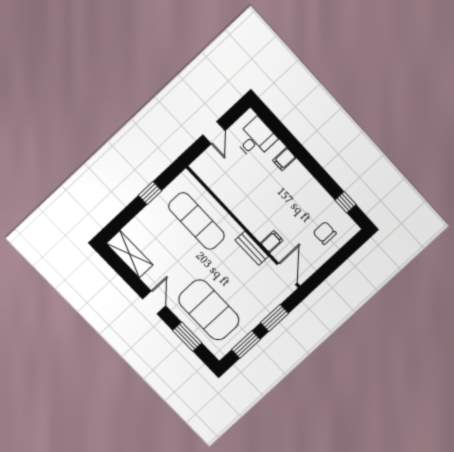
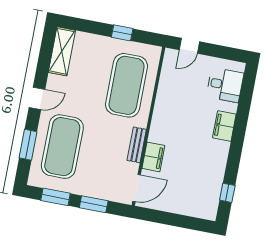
door: (214, 133) -> (189, 46), moved
filing cabinet: (284, 159) -> (224, 126), width x2.00
exercise mat: (197, 221) -> (127, 85), width x1.47
chair: (325, 233) -> (191, 194), removed
filing cabinet: (272, 242) -> (153, 157), width x2.00

